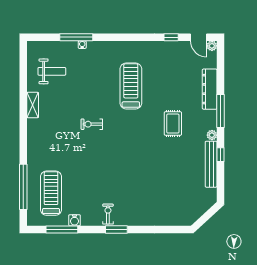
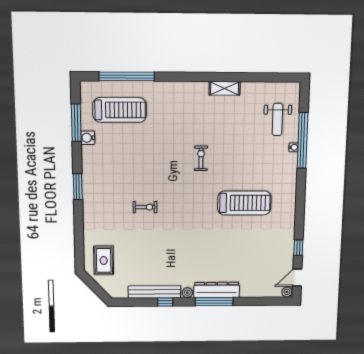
window: (76, 37) -> (302, 140), width x1.46
weight bench: (52, 71) -> (277, 120), moved
dresser: (210, 89) -> (217, 290), moved
rug: (173, 124) -> (104, 260), moved, turned 90
exercise bike: (108, 214) -> (145, 207), moved

